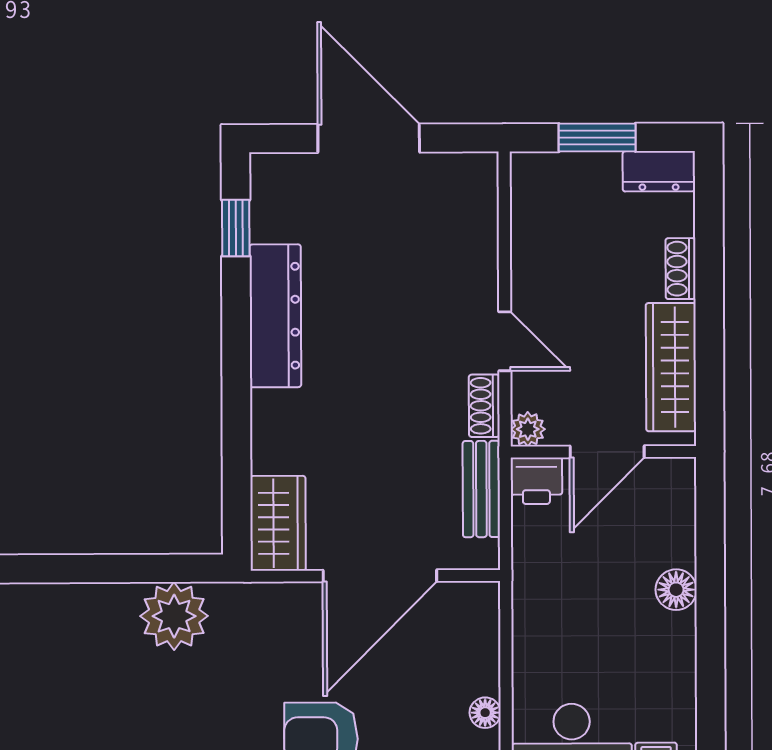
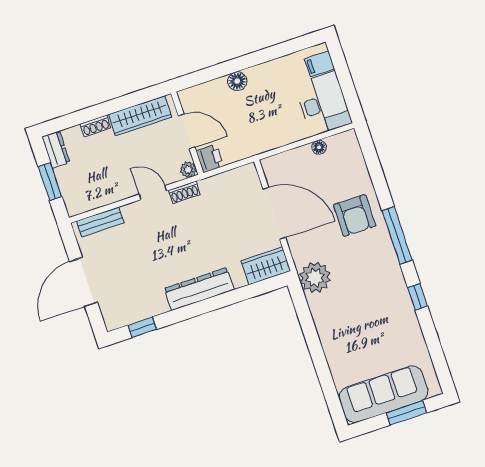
dresser: (275, 316) -> (199, 289), moved
door: (505, 341) -> (153, 193), hinge flipped
bench: (481, 489) -> (100, 222), moved
plant: (174, 616) -> (315, 277), moved

